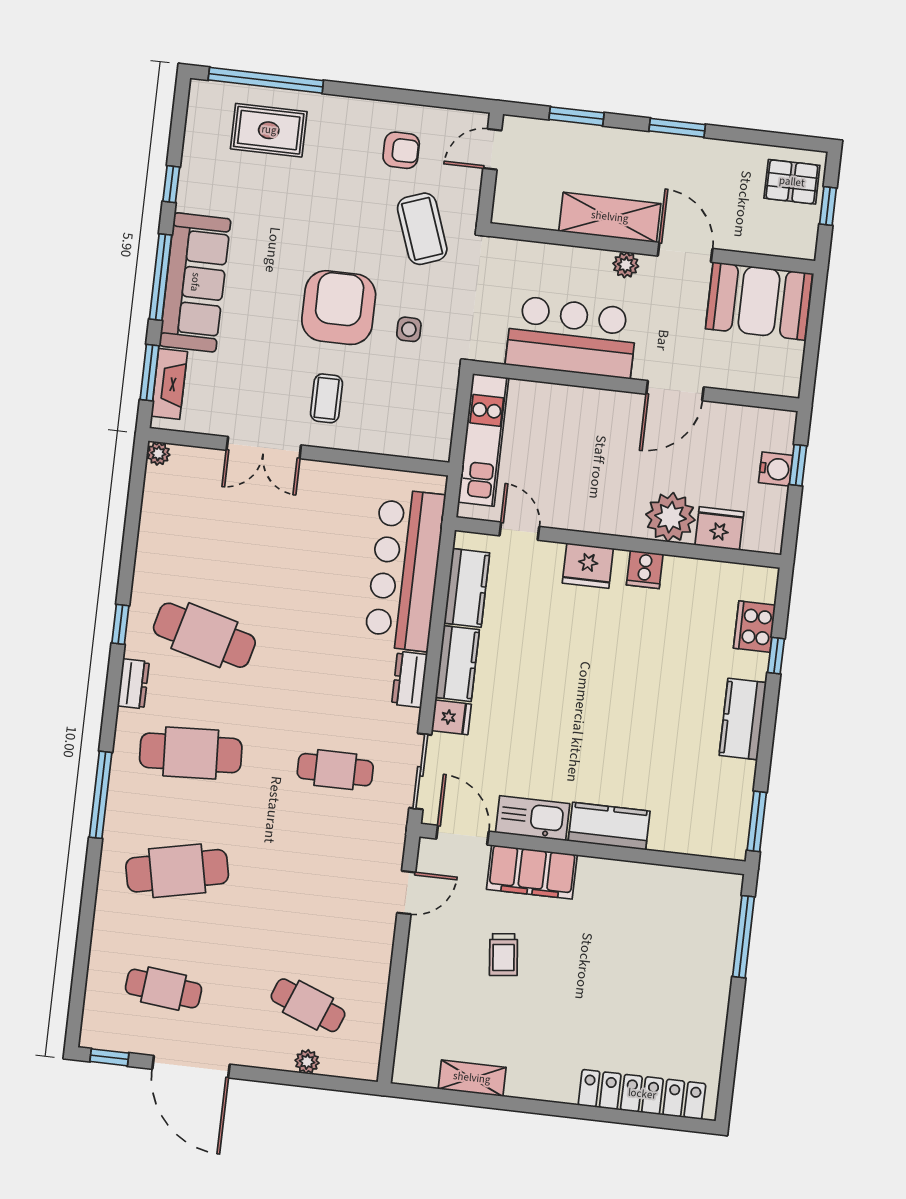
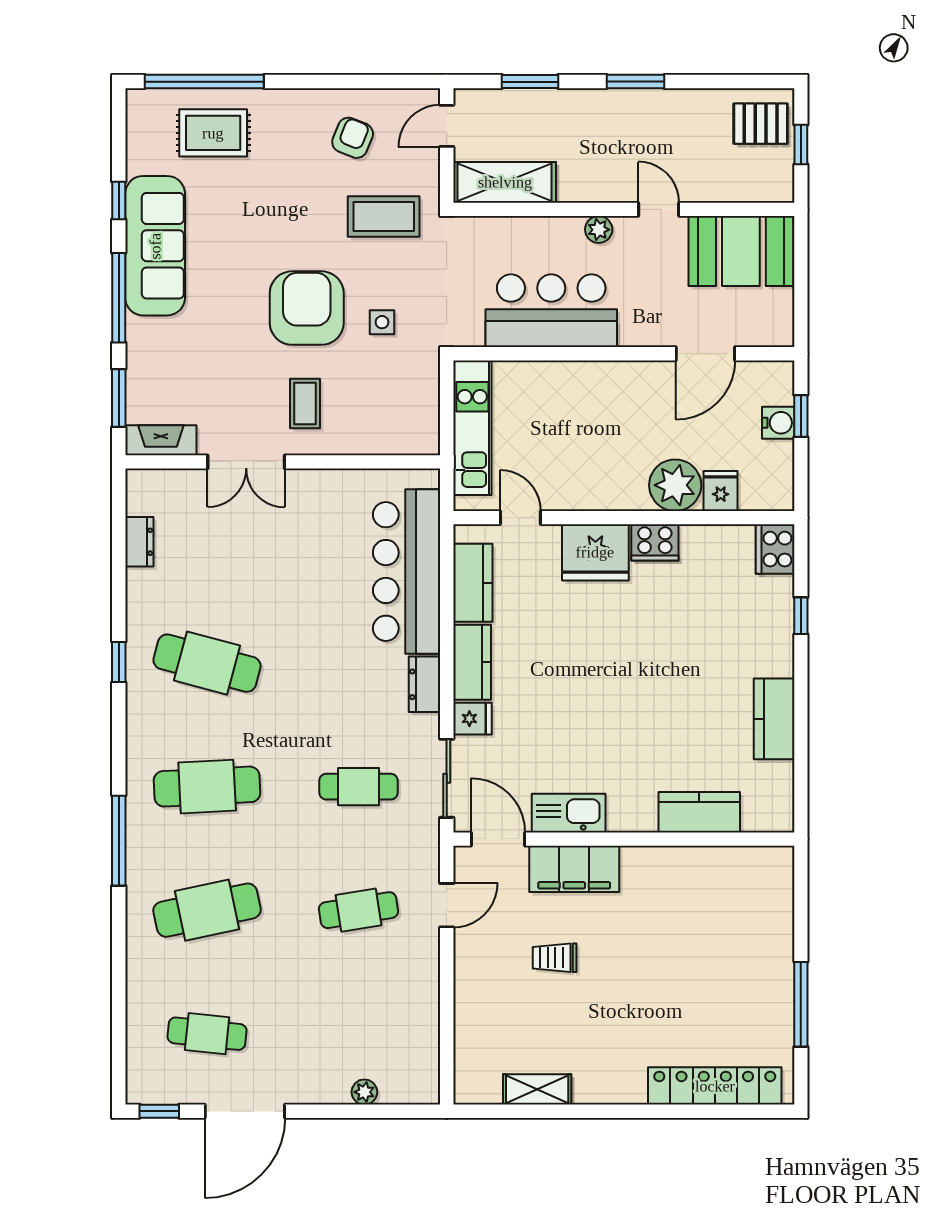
armchair: (401, 150) -> (353, 138), turned -68
shelving: (610, 217) -> (505, 182), moved
coffee table: (422, 229) -> (384, 217), turned -70
door: (685, 252) -> (659, 209), width x0.73
sofa: (195, 282) -> (155, 246), moved
fireplace: (169, 384) -> (161, 440), moved, turned -90
door: (675, 391) -> (705, 354), moved
plant: (158, 454) -> (138, 481), removed
fridge: (719, 528) -> (721, 491), width x0.72
fridge: (588, 566) -> (595, 552), width x1.36, depth x1.34
cooker: (645, 569) -> (655, 542), width x1.36
cooker: (754, 627) -> (775, 549), moved
dresser: (133, 684) -> (139, 542), moved
kitchen counter: (743, 719) -> (774, 719), moved
window: (757, 821) -> (801, 790), removed
kitchen counter: (609, 826) -> (699, 812), moved
window: (743, 937) -> (801, 1004), moved
trolley: (503, 955) -> (555, 958), turned 96
cafe table: (308, 1005) -> (359, 910), moved, turned -30
door: (191, 1067) -> (245, 1111), hinge flipped

